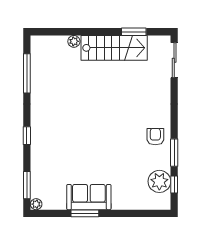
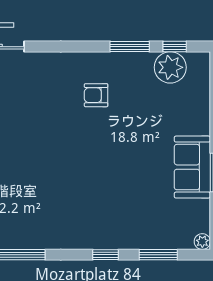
armchair: (155, 137) -> (96, 95), moved
window: (27, 185) -> (158, 255), moved

